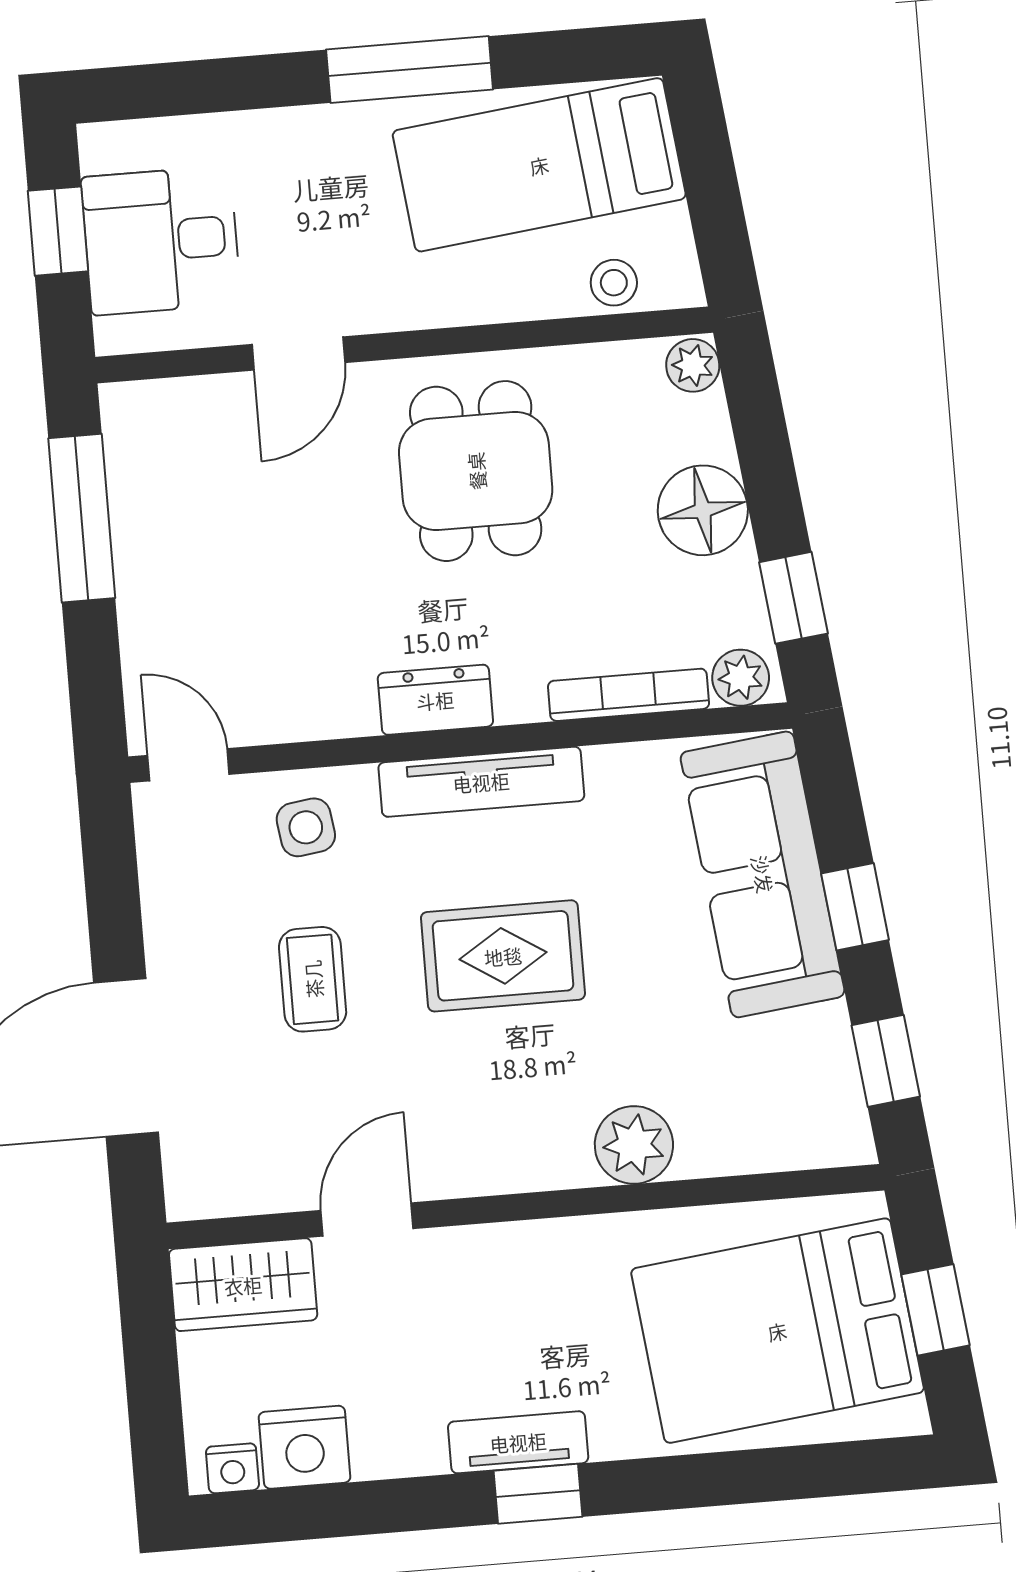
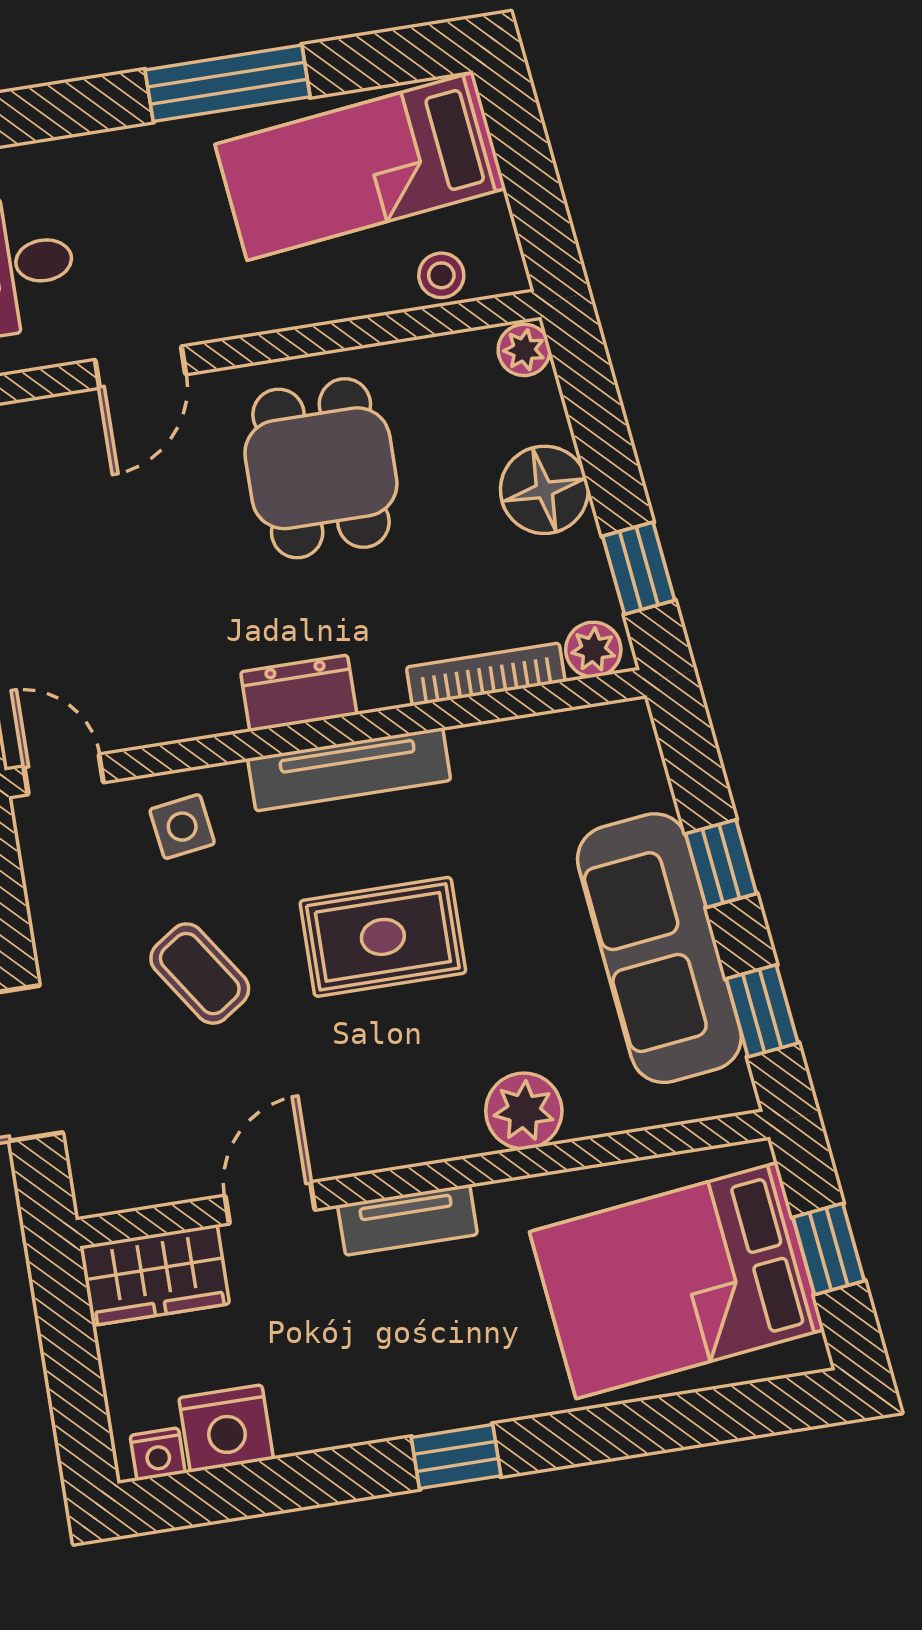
sofa: (763, 874) -> (659, 948), moved
coffee table: (313, 979) -> (200, 974), turned -34
tv unit: (518, 1442) -> (408, 1220), moved, turned 180

